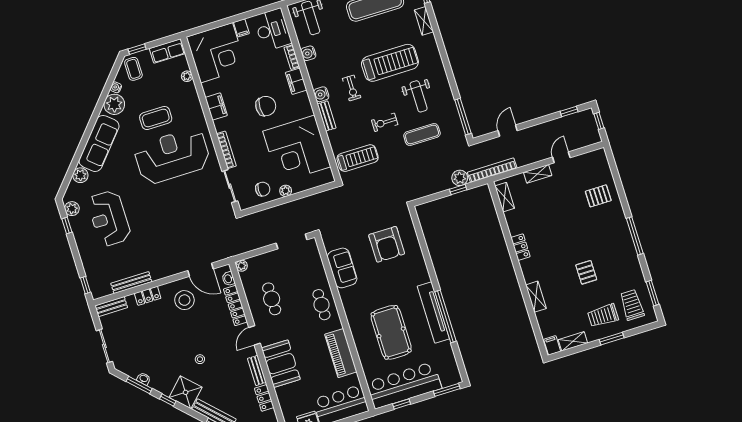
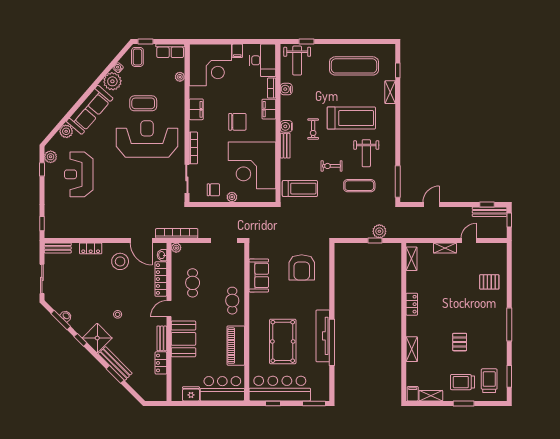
bookcase: (492, 170) -> (177, 233), moved
bench: (131, 283) -> (490, 212), moved

